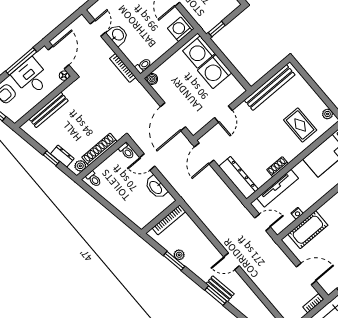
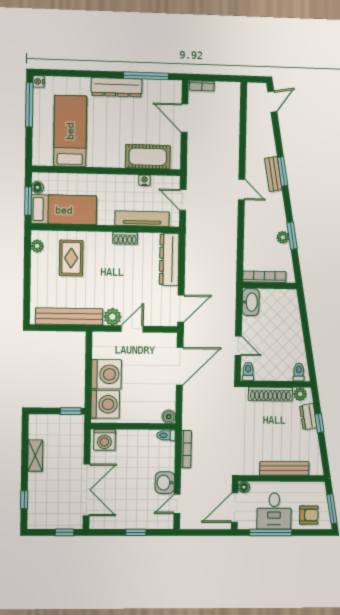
plant: (242, 111) -> (112, 317), added
washbasin: (156, 187) -> (251, 302), moved

